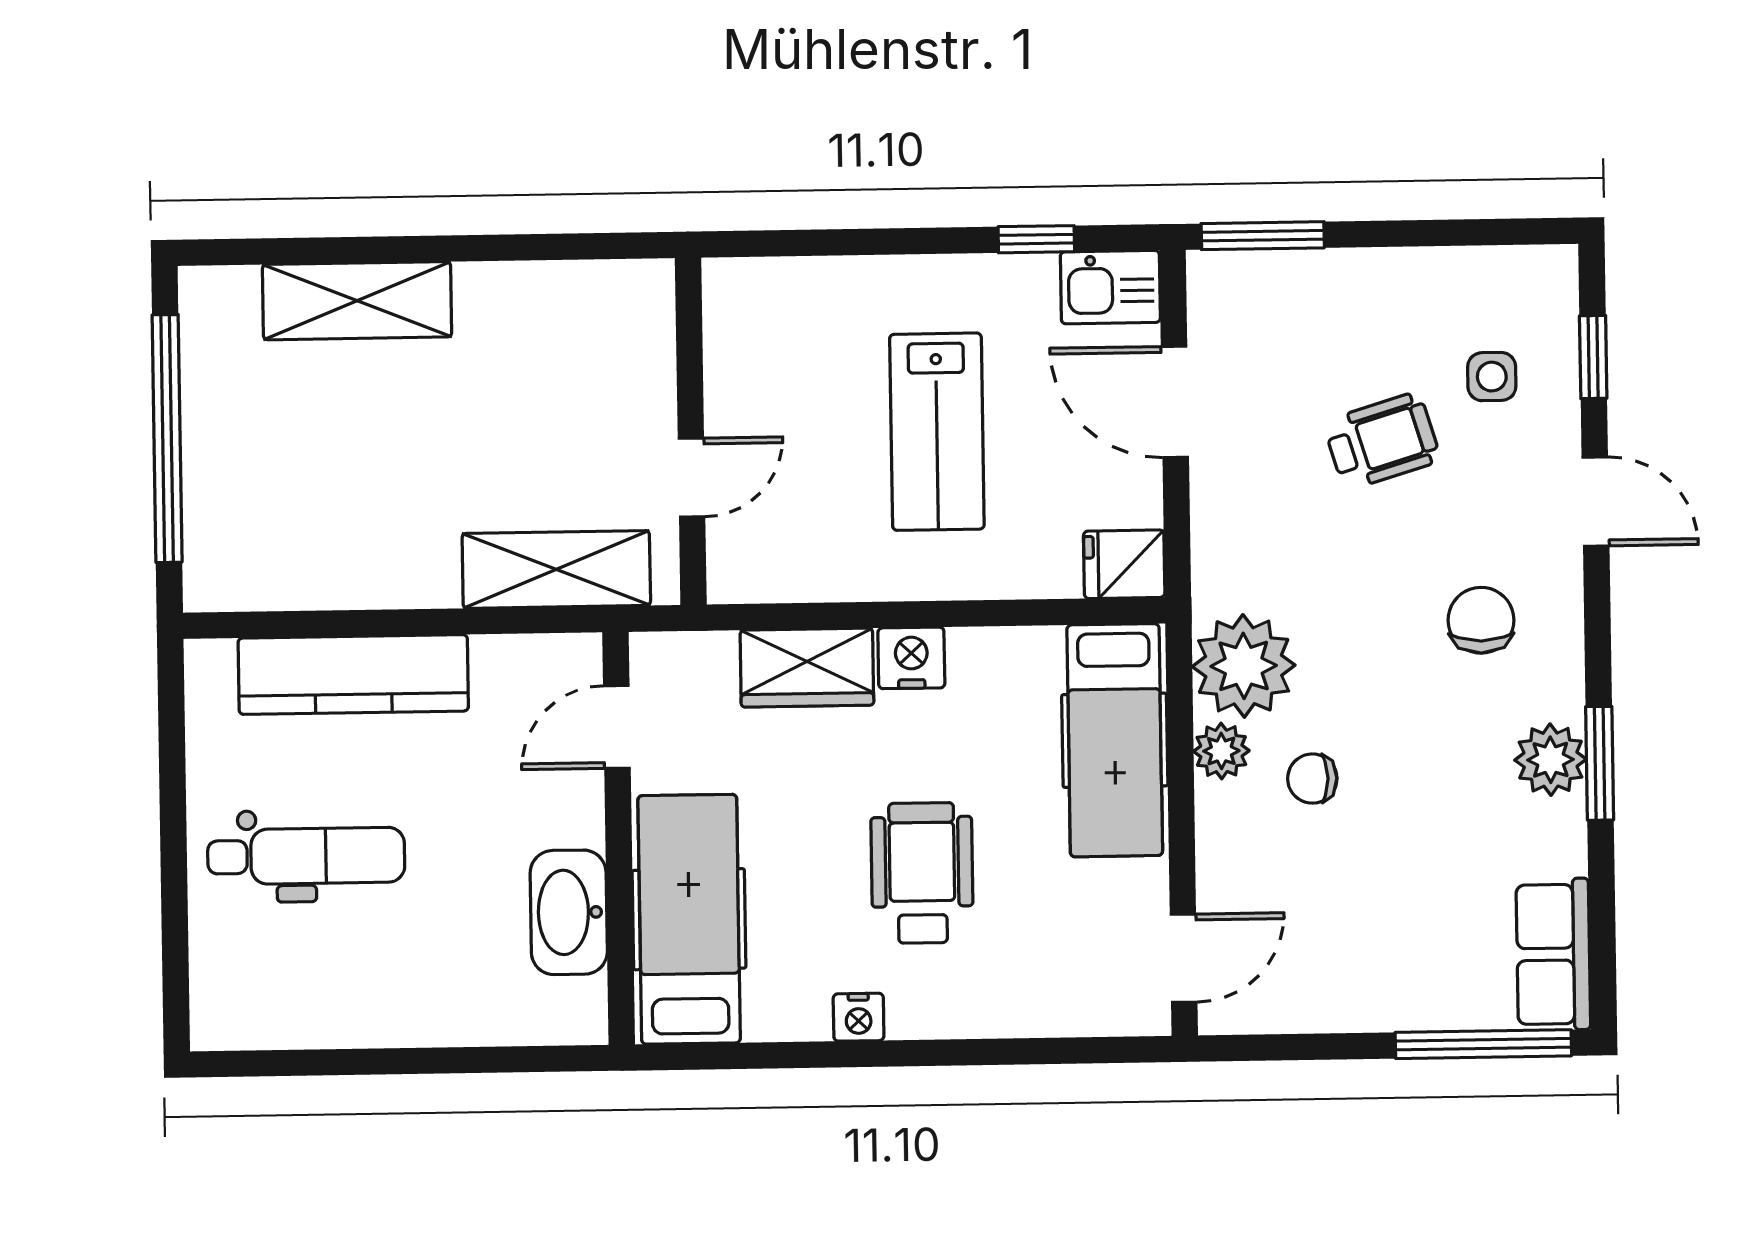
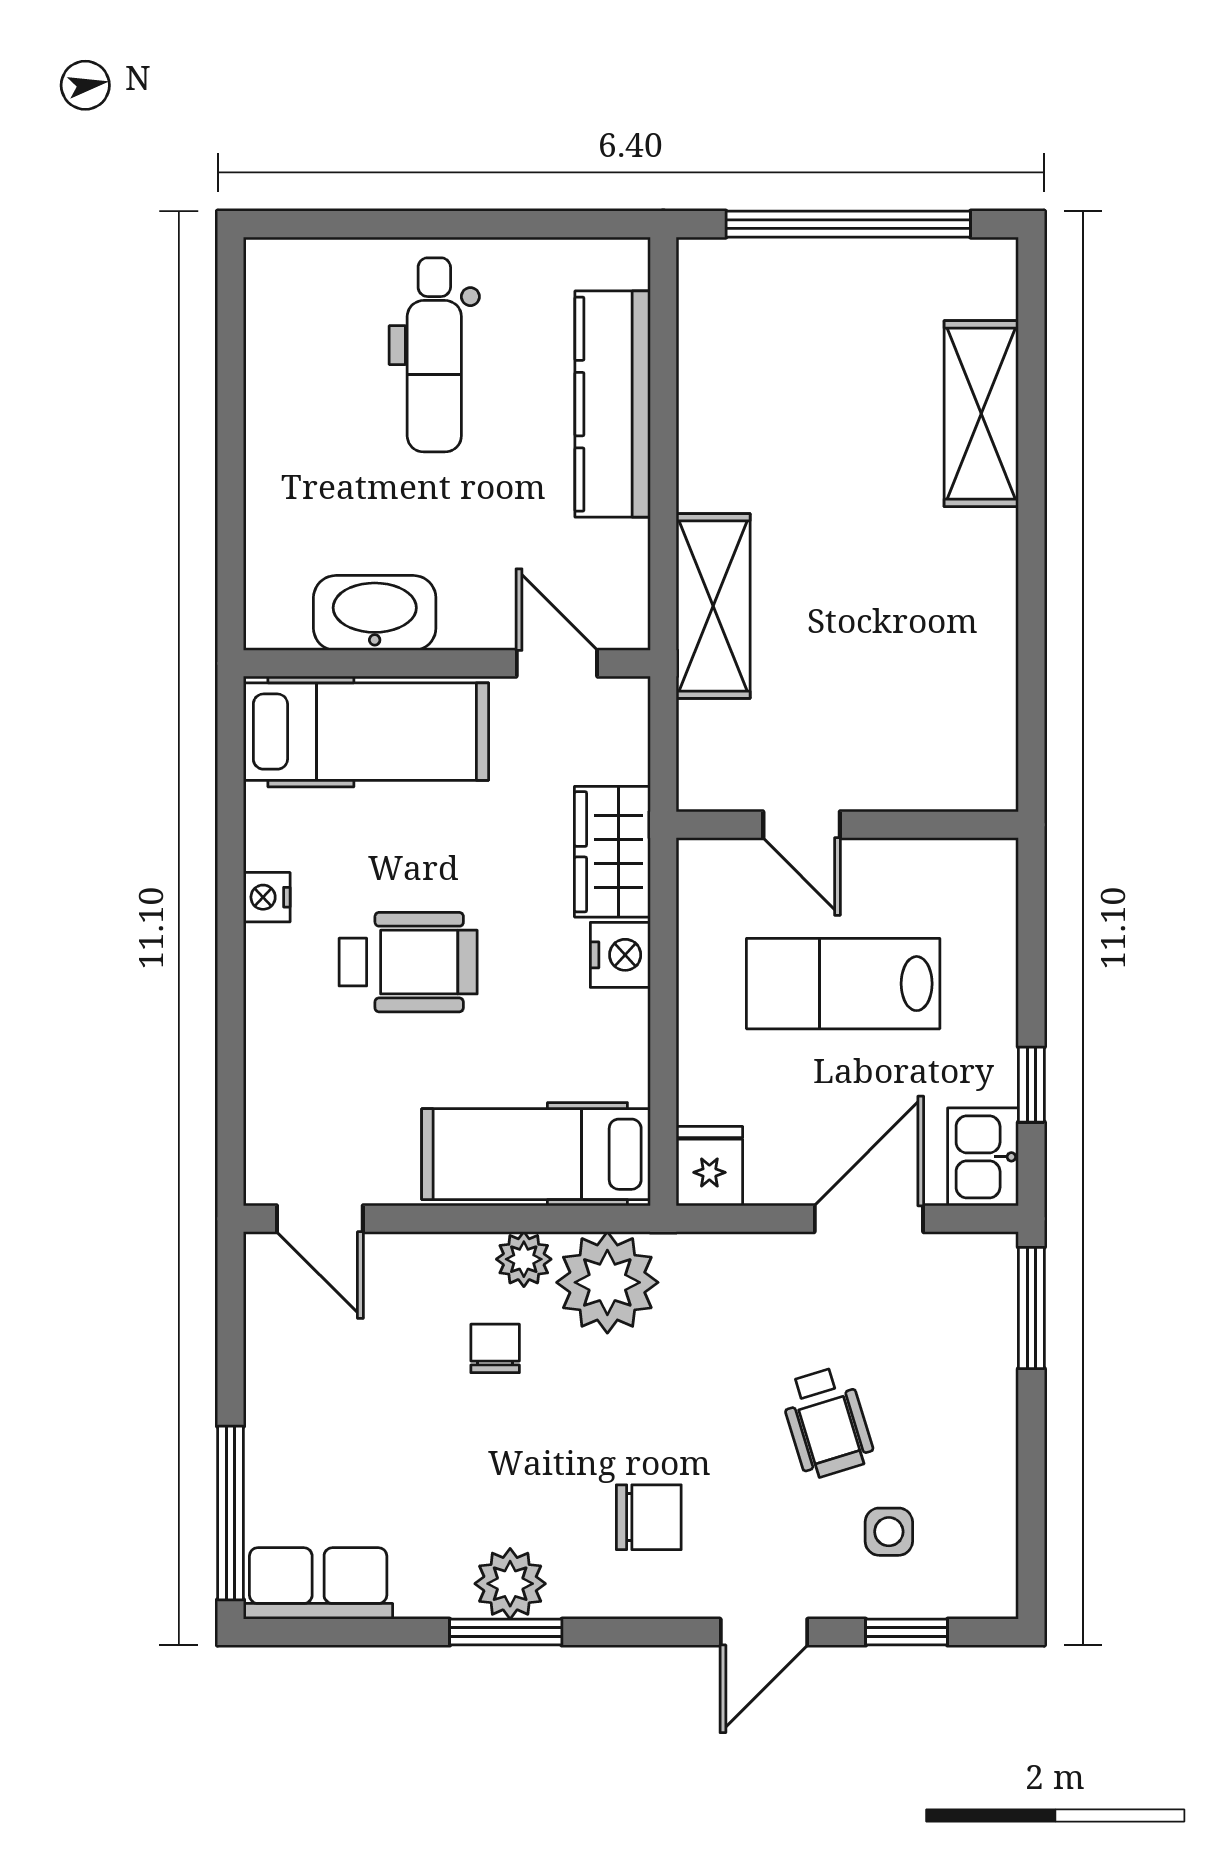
wall: (691, 431) -> (847, 825), moved
door: (692, 478) -> (802, 825), moved

